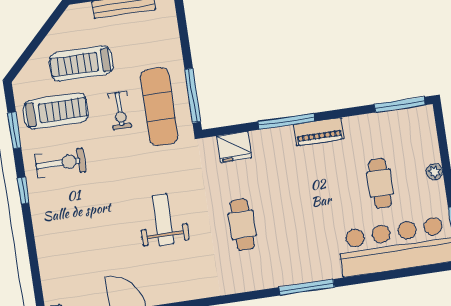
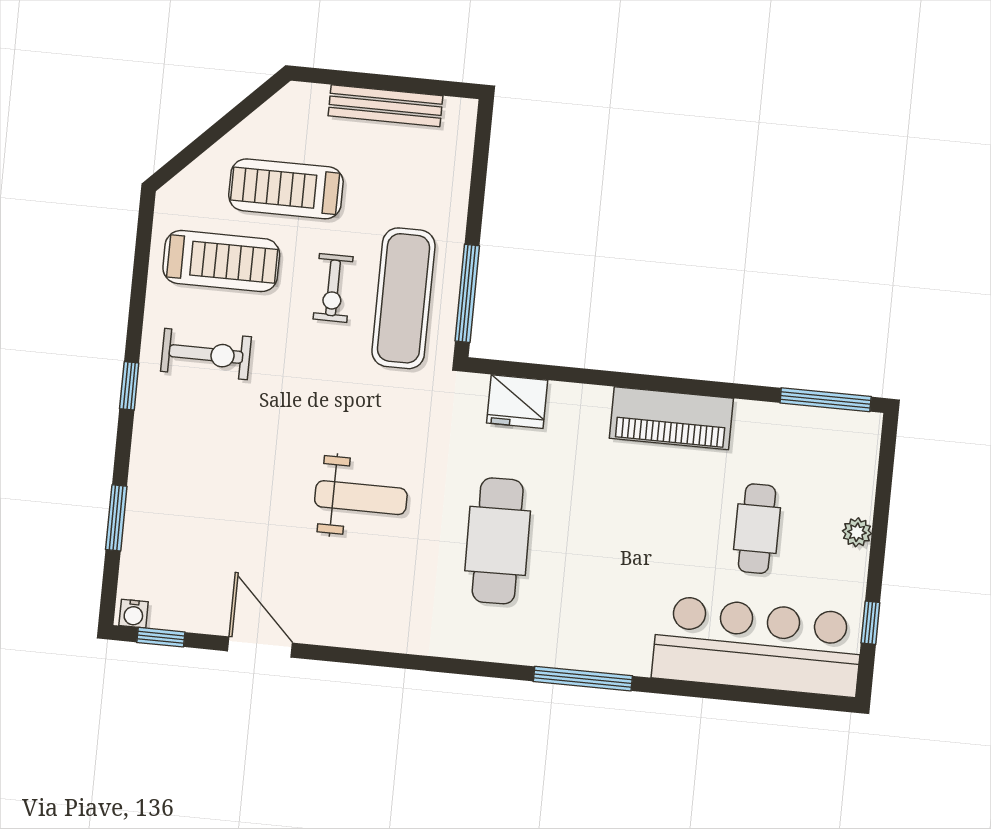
window: (286, 121) -> (620, 380), removed
window: (14, 130) -> (116, 518), moved
piano: (319, 132) -> (671, 418), width x1.37, depth x1.33
weight bench: (163, 220) -> (361, 498), turned 90
cafe table: (242, 225) -> (498, 541), width x1.37, depth x1.35

